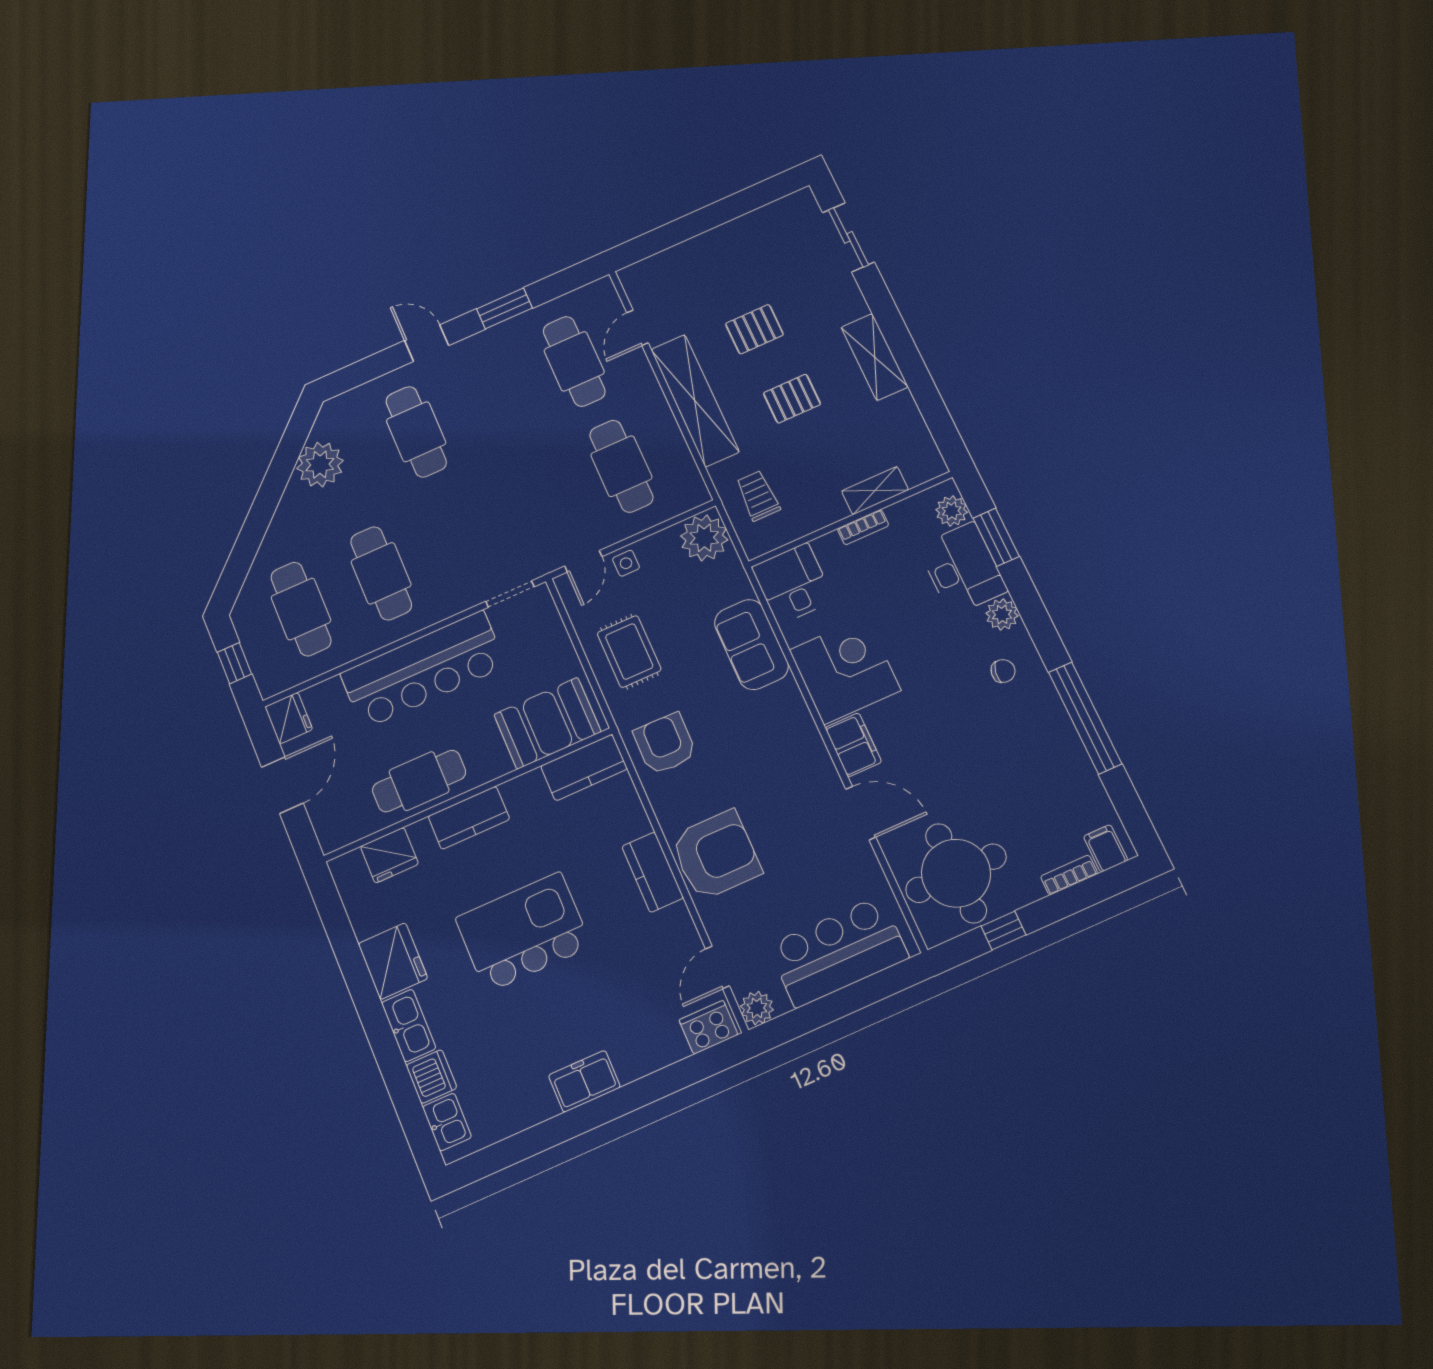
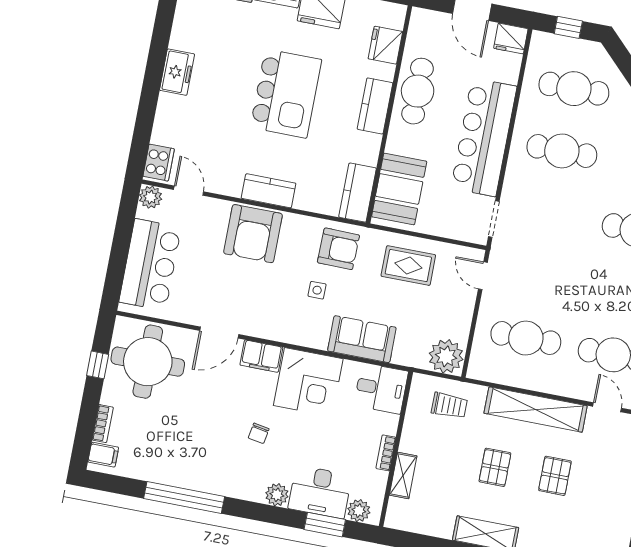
side table: (626, 563) -> (317, 290), moved
chair: (1003, 671) -> (259, 433), moved

